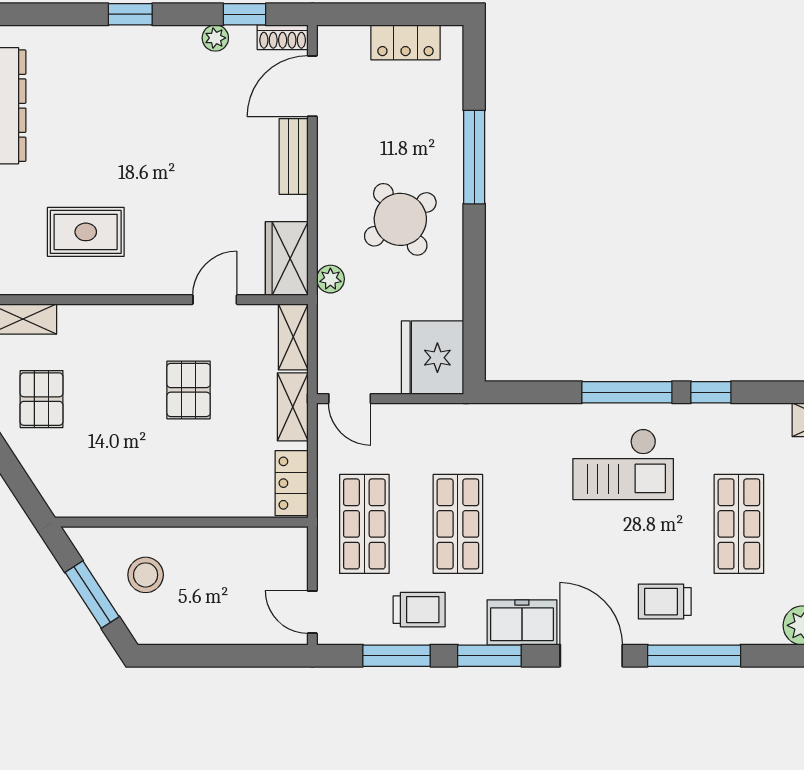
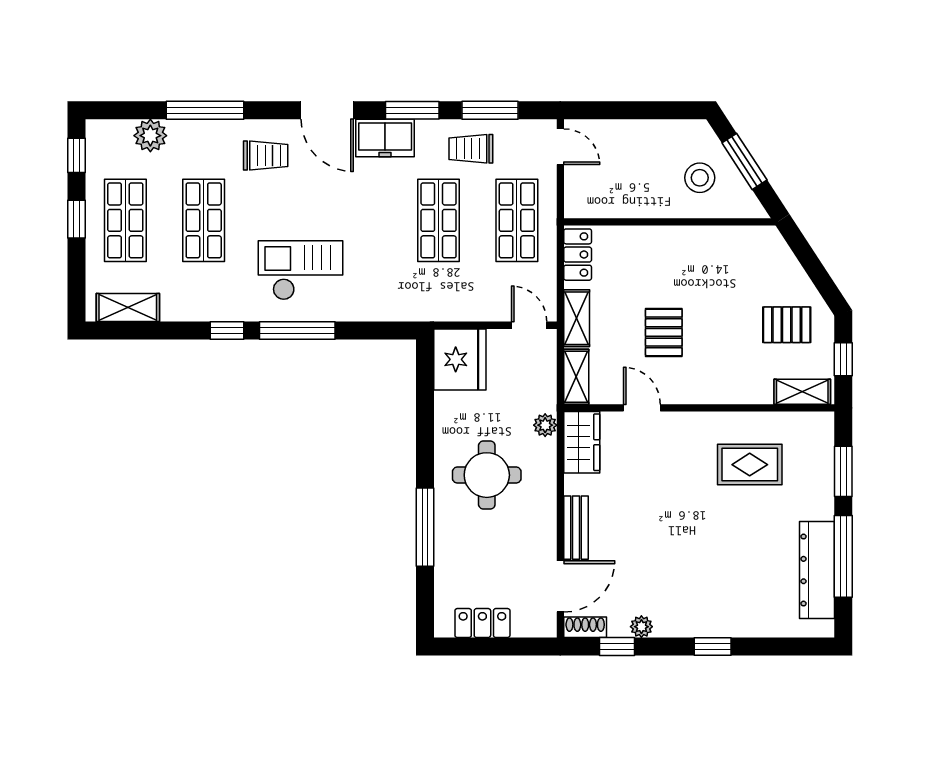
round table: (400, 219) -> (487, 475), turned 33
door: (215, 300) -> (642, 408), swing flipped
pallet: (42, 399) -> (787, 325), turned 90
window: (694, 656) -> (205, 110), moved

